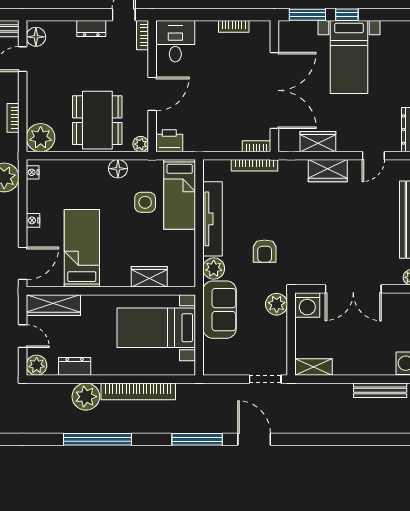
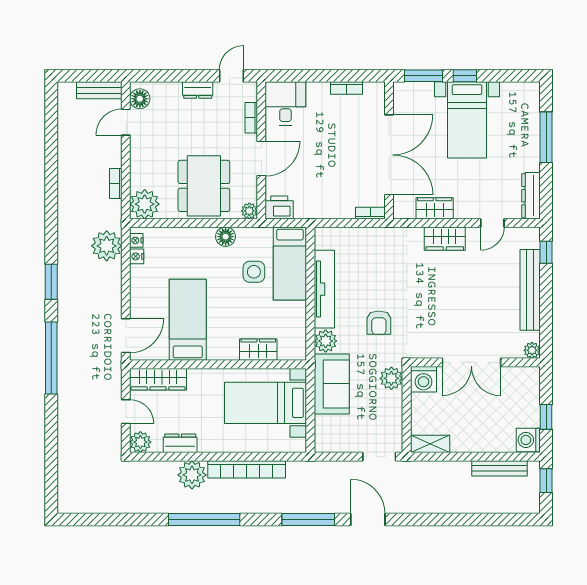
bookcase: (143, 35) -> (251, 118), moved
bookcase: (254, 165) -> (368, 233), removed
nightstand: (33, 220) -> (137, 256), moved

